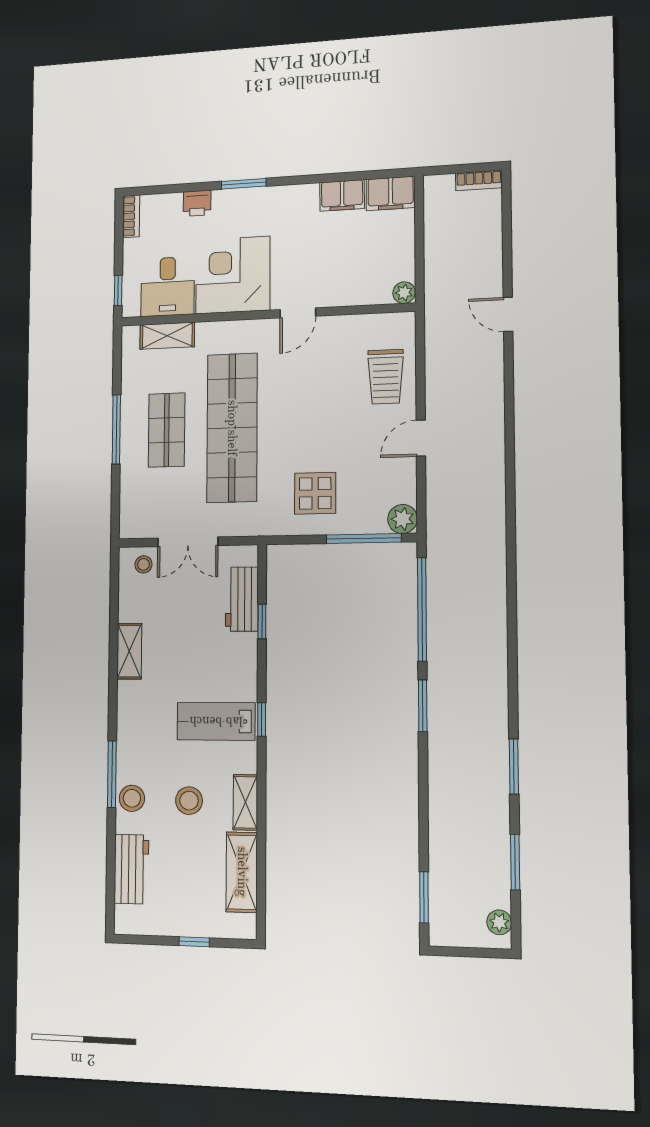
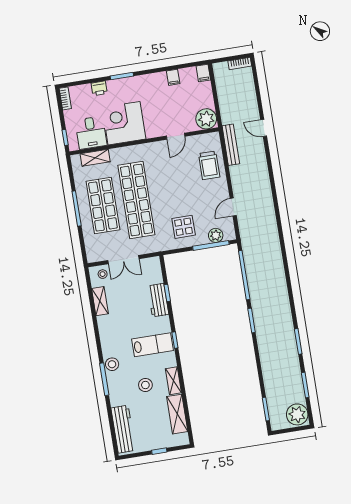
filing cabinet: (391, 193) -> (203, 73), width x0.50
filing cabinet: (342, 195) -> (173, 77), width x0.50
plant: (404, 293) -> (206, 119), width x1.88, depth x1.88
door: (298, 313) -> (176, 136), moved
bench: (436, 341) -> (231, 145), added
shop shelf: (167, 430) -> (103, 205), width x1.43, depth x1.36
door: (421, 438) -> (233, 207), moved
plant: (403, 519) -> (216, 235), moved
workbench: (242, 599) -> (158, 300), moved
shelving: (129, 651) -> (100, 301), moved
lab bench: (216, 721) -> (152, 345), turned 180
stool: (132, 798) -> (112, 364), moved
workbench: (131, 869) -> (123, 429), width x1.38
plant: (499, 922) -> (297, 414), width x1.88, depth x1.88

